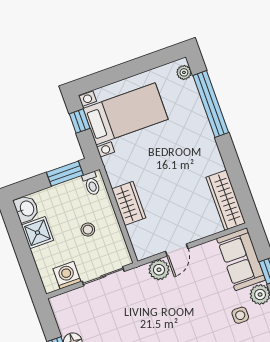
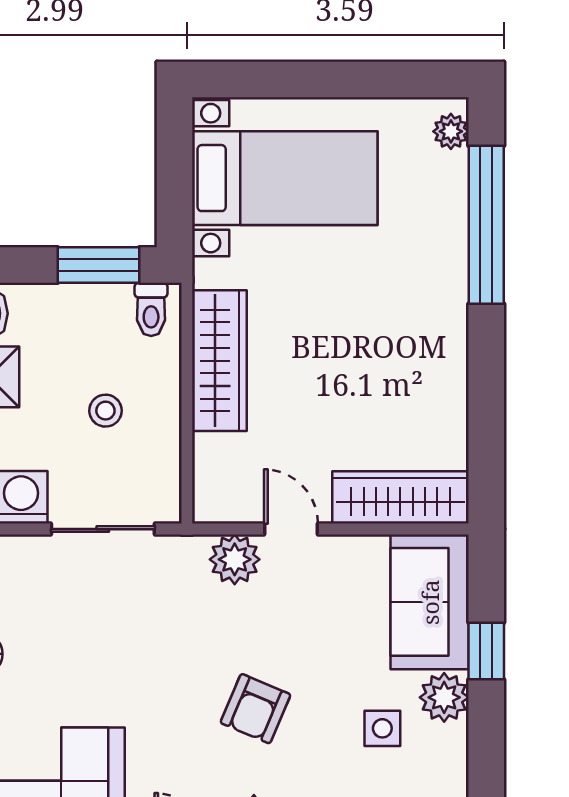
window: (80, 121) -> (175, 158), removed
wardrobe: (226, 200) -> (400, 497), moved, turned 90
wardrobe: (129, 203) -> (219, 361), width x1.50
door: (177, 250) -> (291, 529), swing flipped
armchair: (188, 325) -> (255, 709), added

